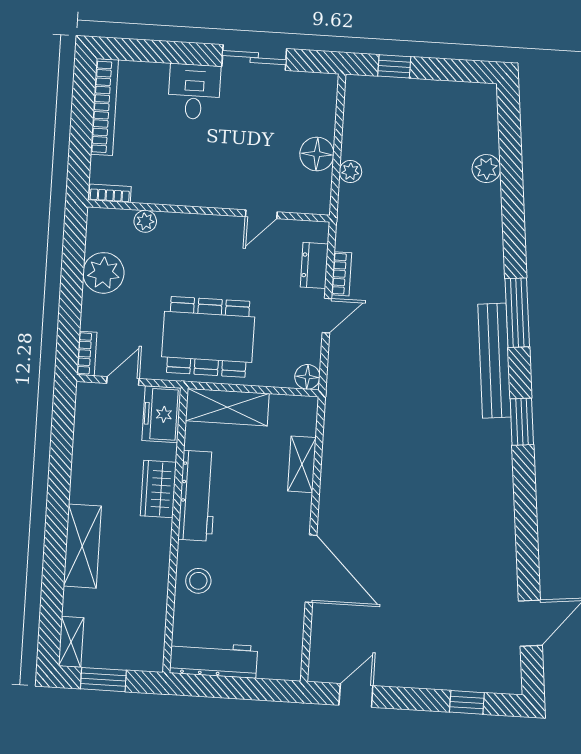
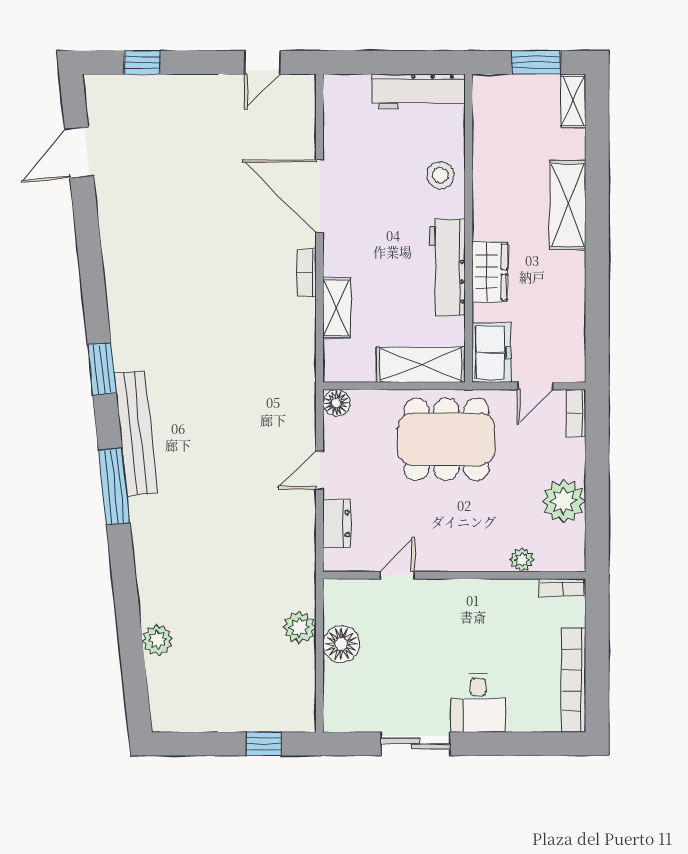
plant: (350, 171) -> (299, 627), width x1.38, depth x1.38
bookcase: (341, 274) -> (307, 273), moved

